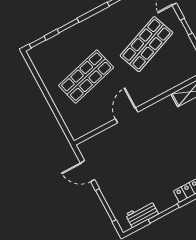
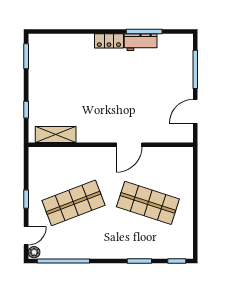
shop shelf: (86, 77) -> (148, 203), turned 33
door: (88, 171) -> (195, 111), swing flipped
workbench: (142, 214) -> (141, 42), moved

